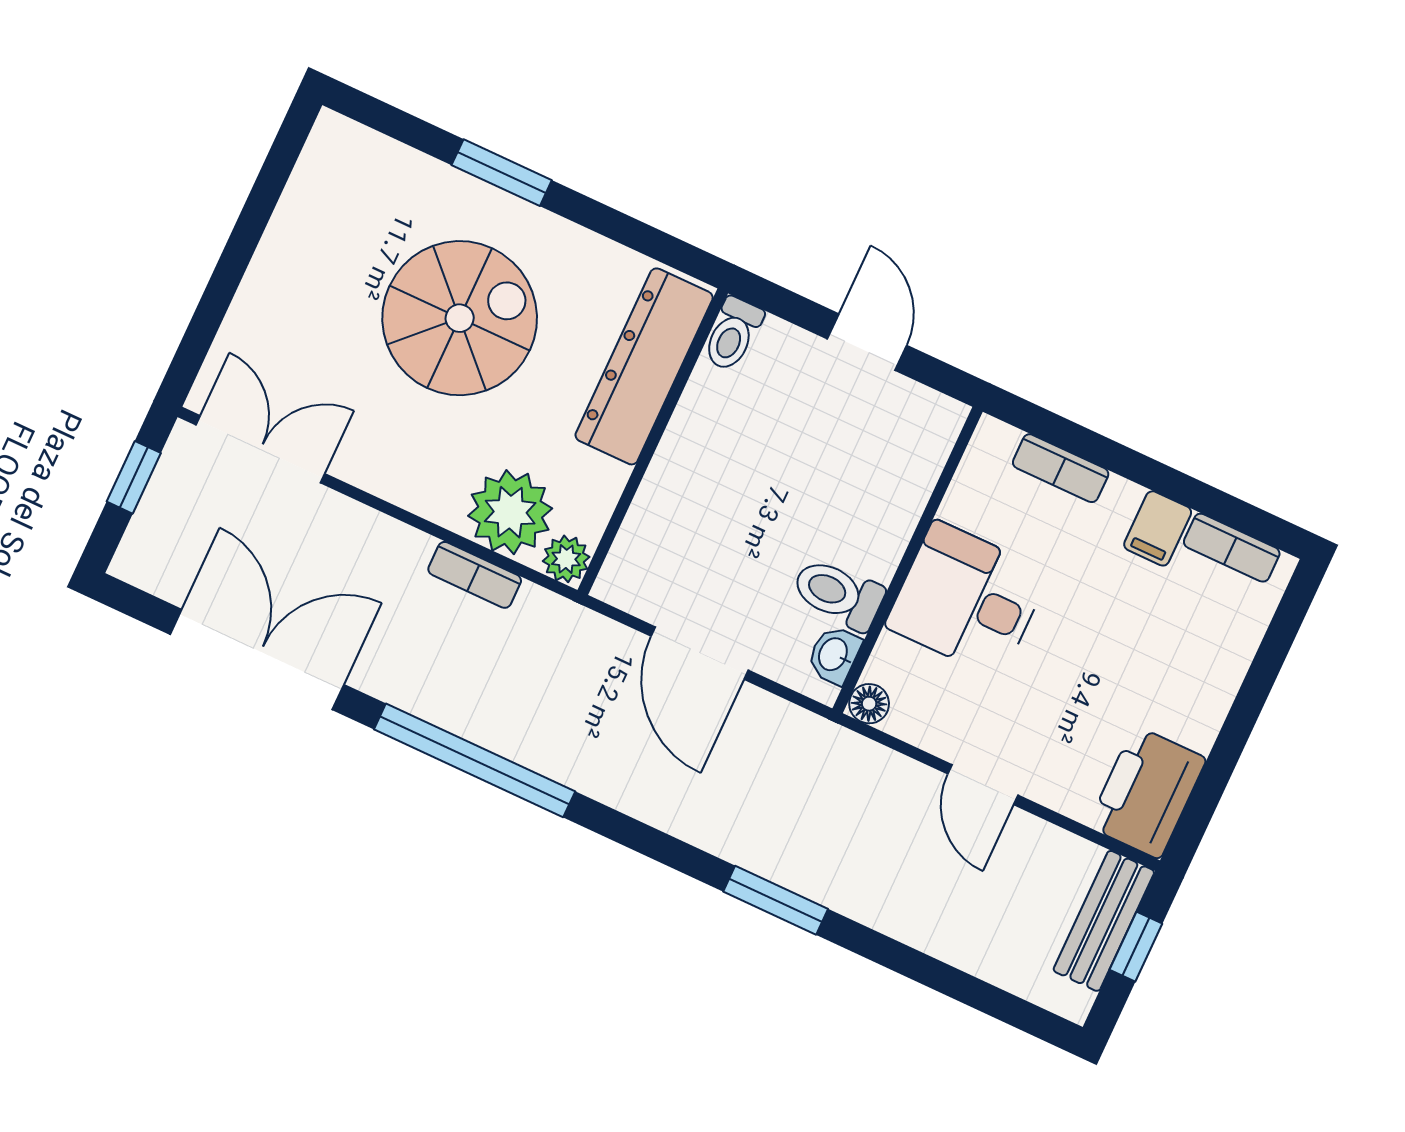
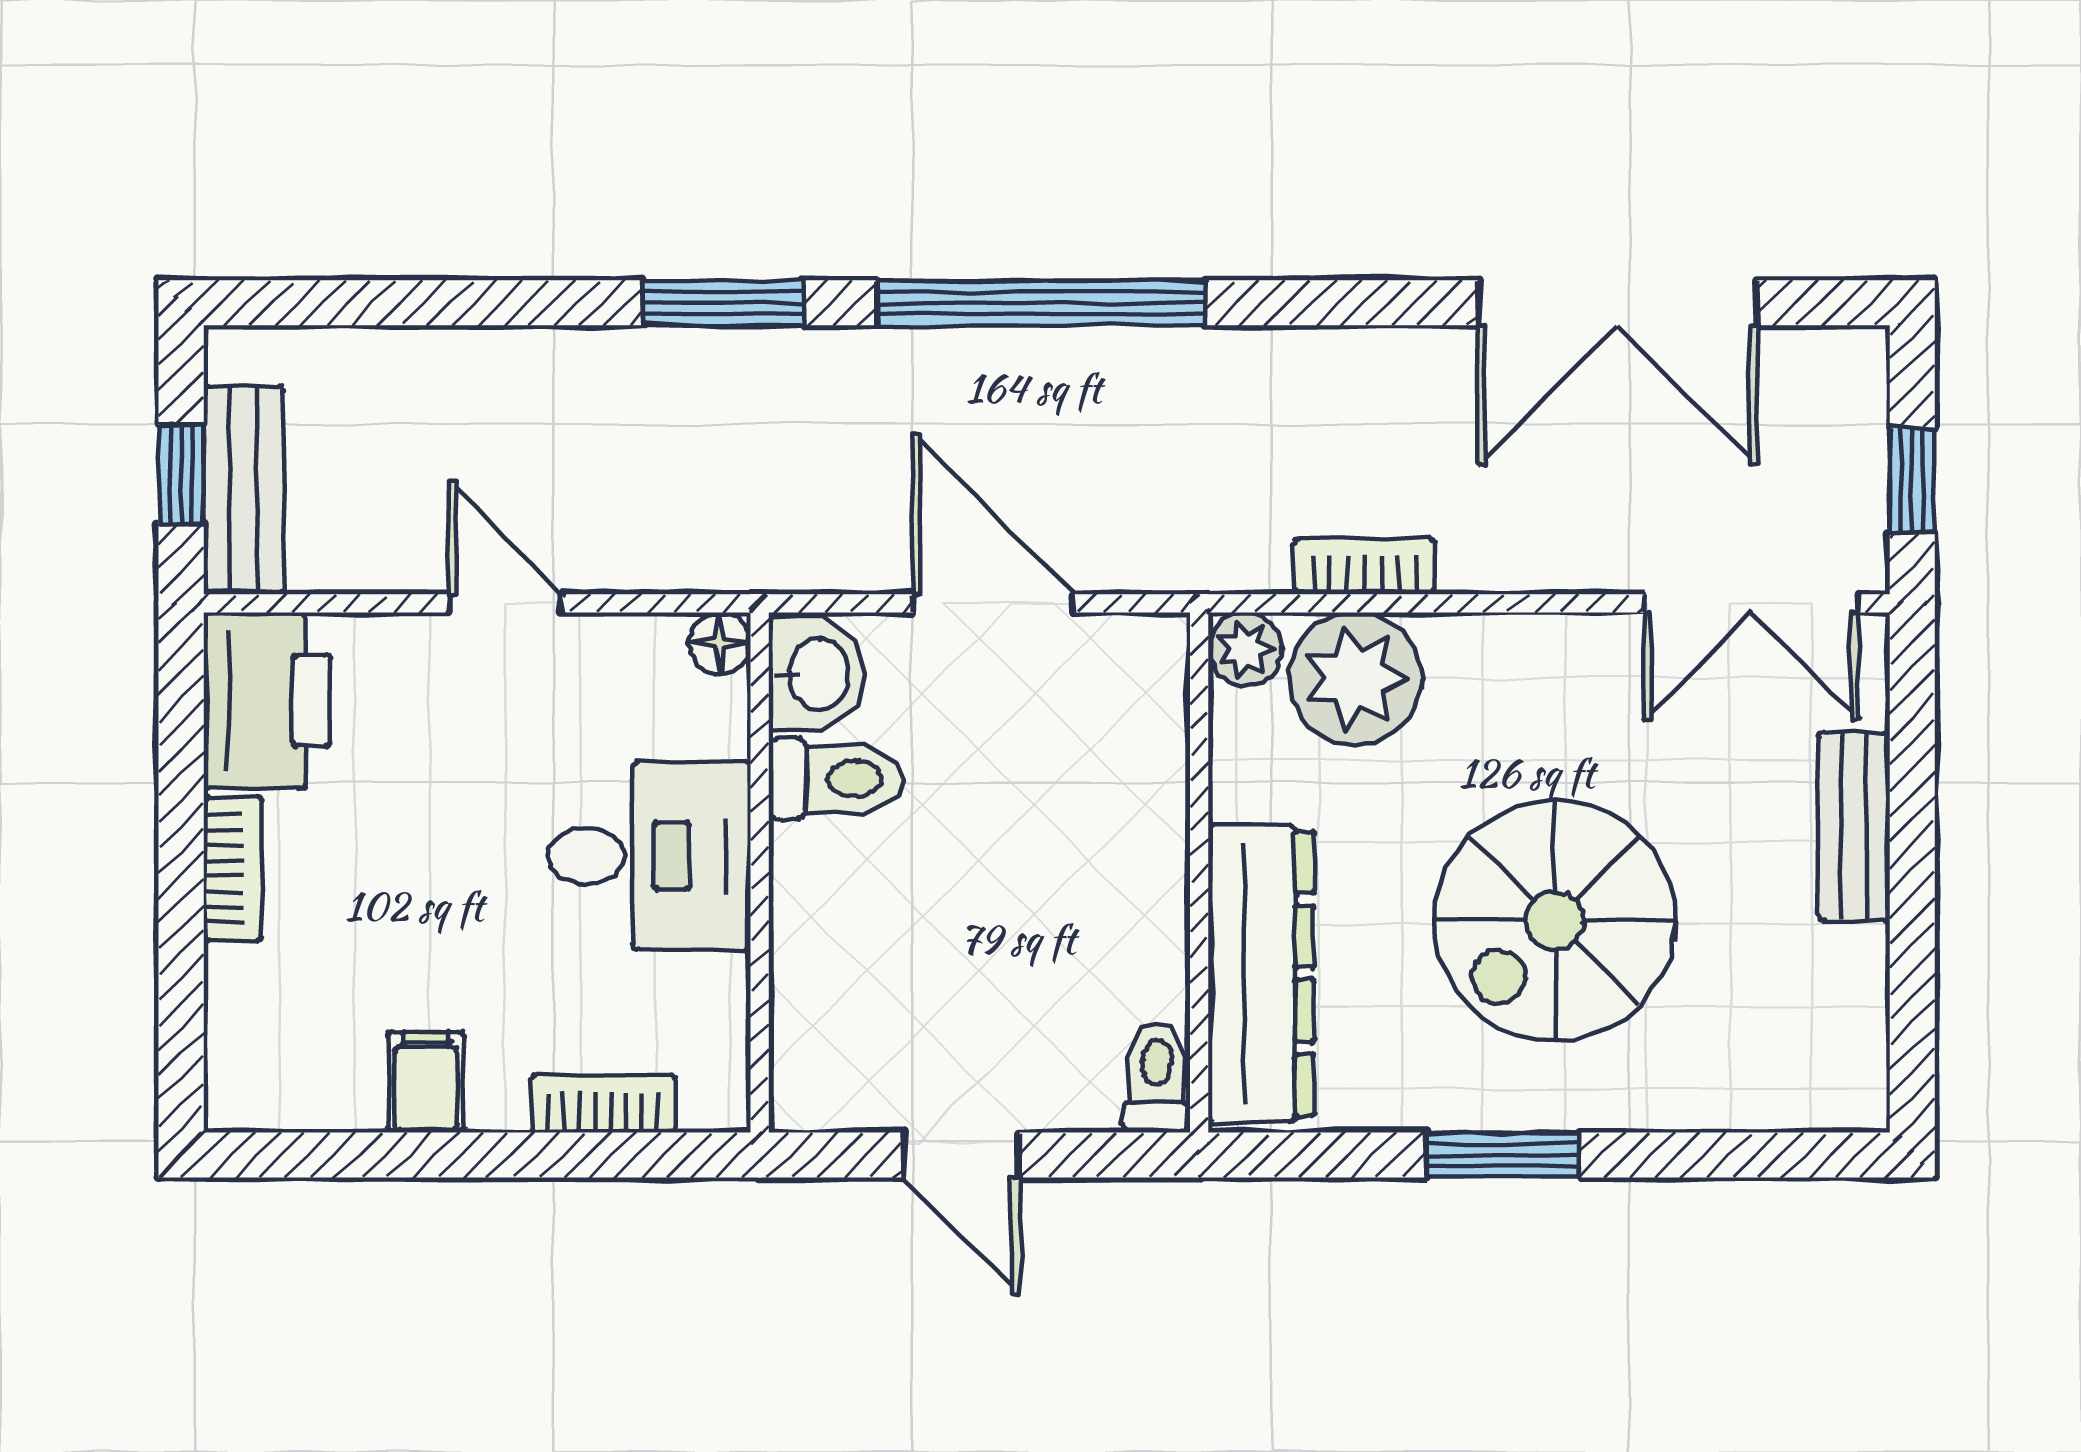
window: (502, 173) -> (1503, 1155), moved
bench: (261, 292) -> (1854, 826), added
bookcase: (1232, 548) -> (233, 869), moved, turned 90
washbasin: (834, 655) -> (816, 674), width x1.38, depth x1.45
window: (475, 760) -> (1041, 303), moved

